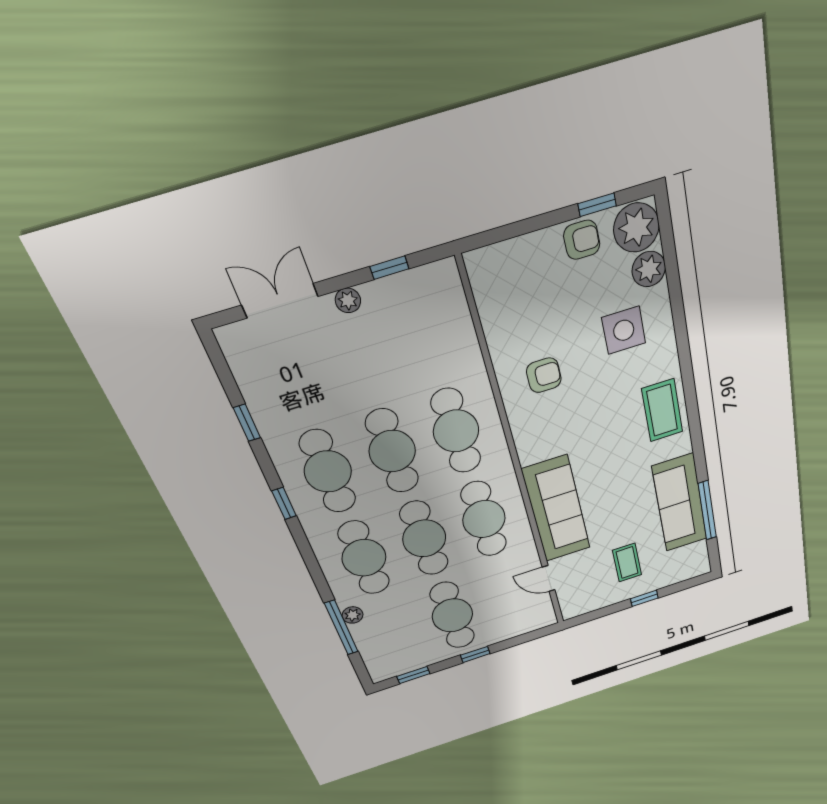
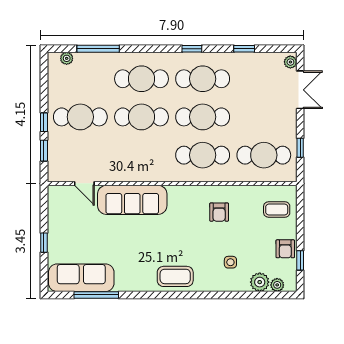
plant: (636, 228) -> (277, 285), width x0.53, depth x0.53
plant: (348, 300) -> (290, 62), moved
side table: (624, 330) -> (230, 262), width x0.54, depth x0.54
sofa: (680, 503) -> (81, 278), moved
cafe table: (484, 519) -> (264, 155), moved
coffee table: (627, 563) -> (277, 209), moved
door: (549, 578) -> (84, 183), swing flipped
plant: (353, 615) -> (67, 58), moved
window: (413, 675) -> (44, 151), moved

